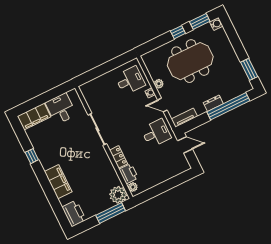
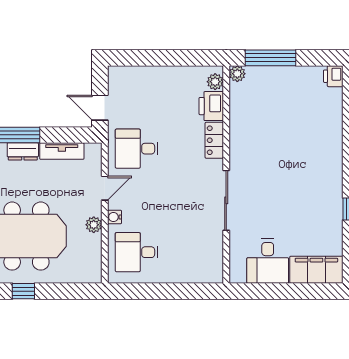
door: (162, 105) -> (105, 188), hinge flipped
tv unit: (184, 118) -> (62, 151), moved
filing cabinet: (58, 182) -> (329, 148), removed
plant: (118, 195) -> (237, 74), width x0.53, depth x0.53
printer: (74, 214) -> (333, 76), width x0.53, depth x0.68

